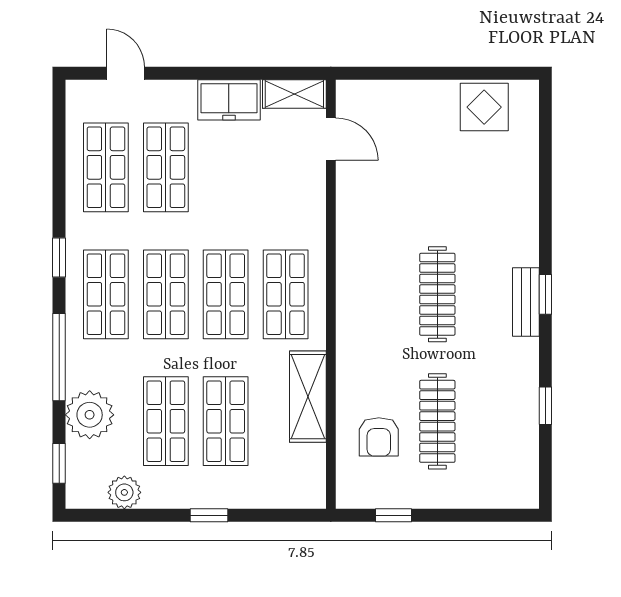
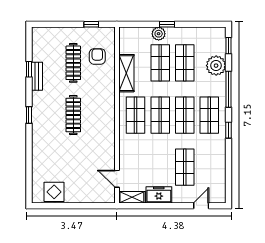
door: (126, 73) -> (201, 206), swing flipped
shop shelf: (106, 167) -> (209, 167), removed
bench: (526, 302) -> (37, 76), moved
plant: (124, 492) -> (159, 34), moved

